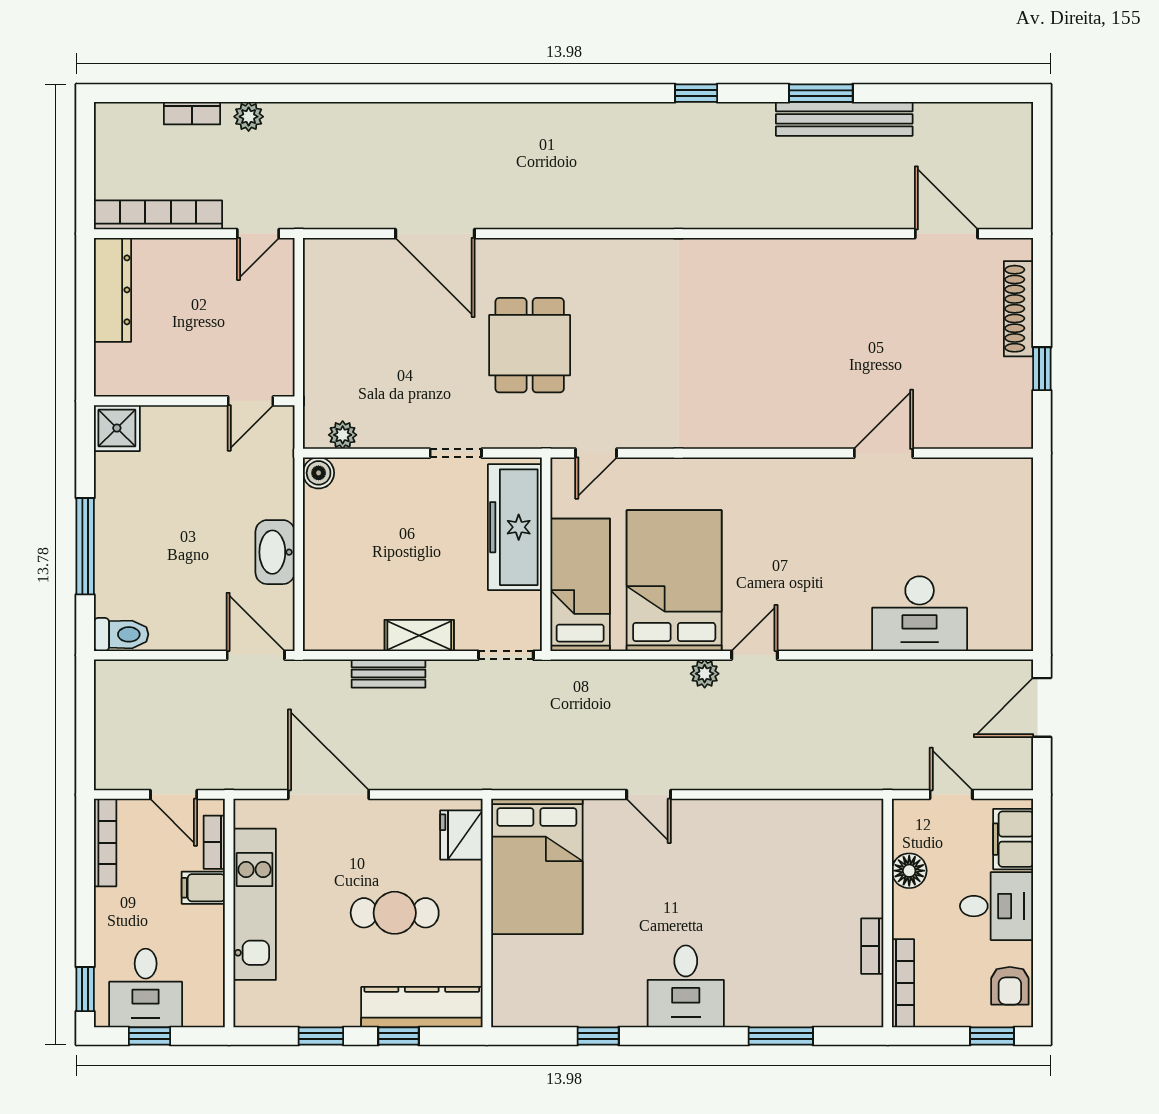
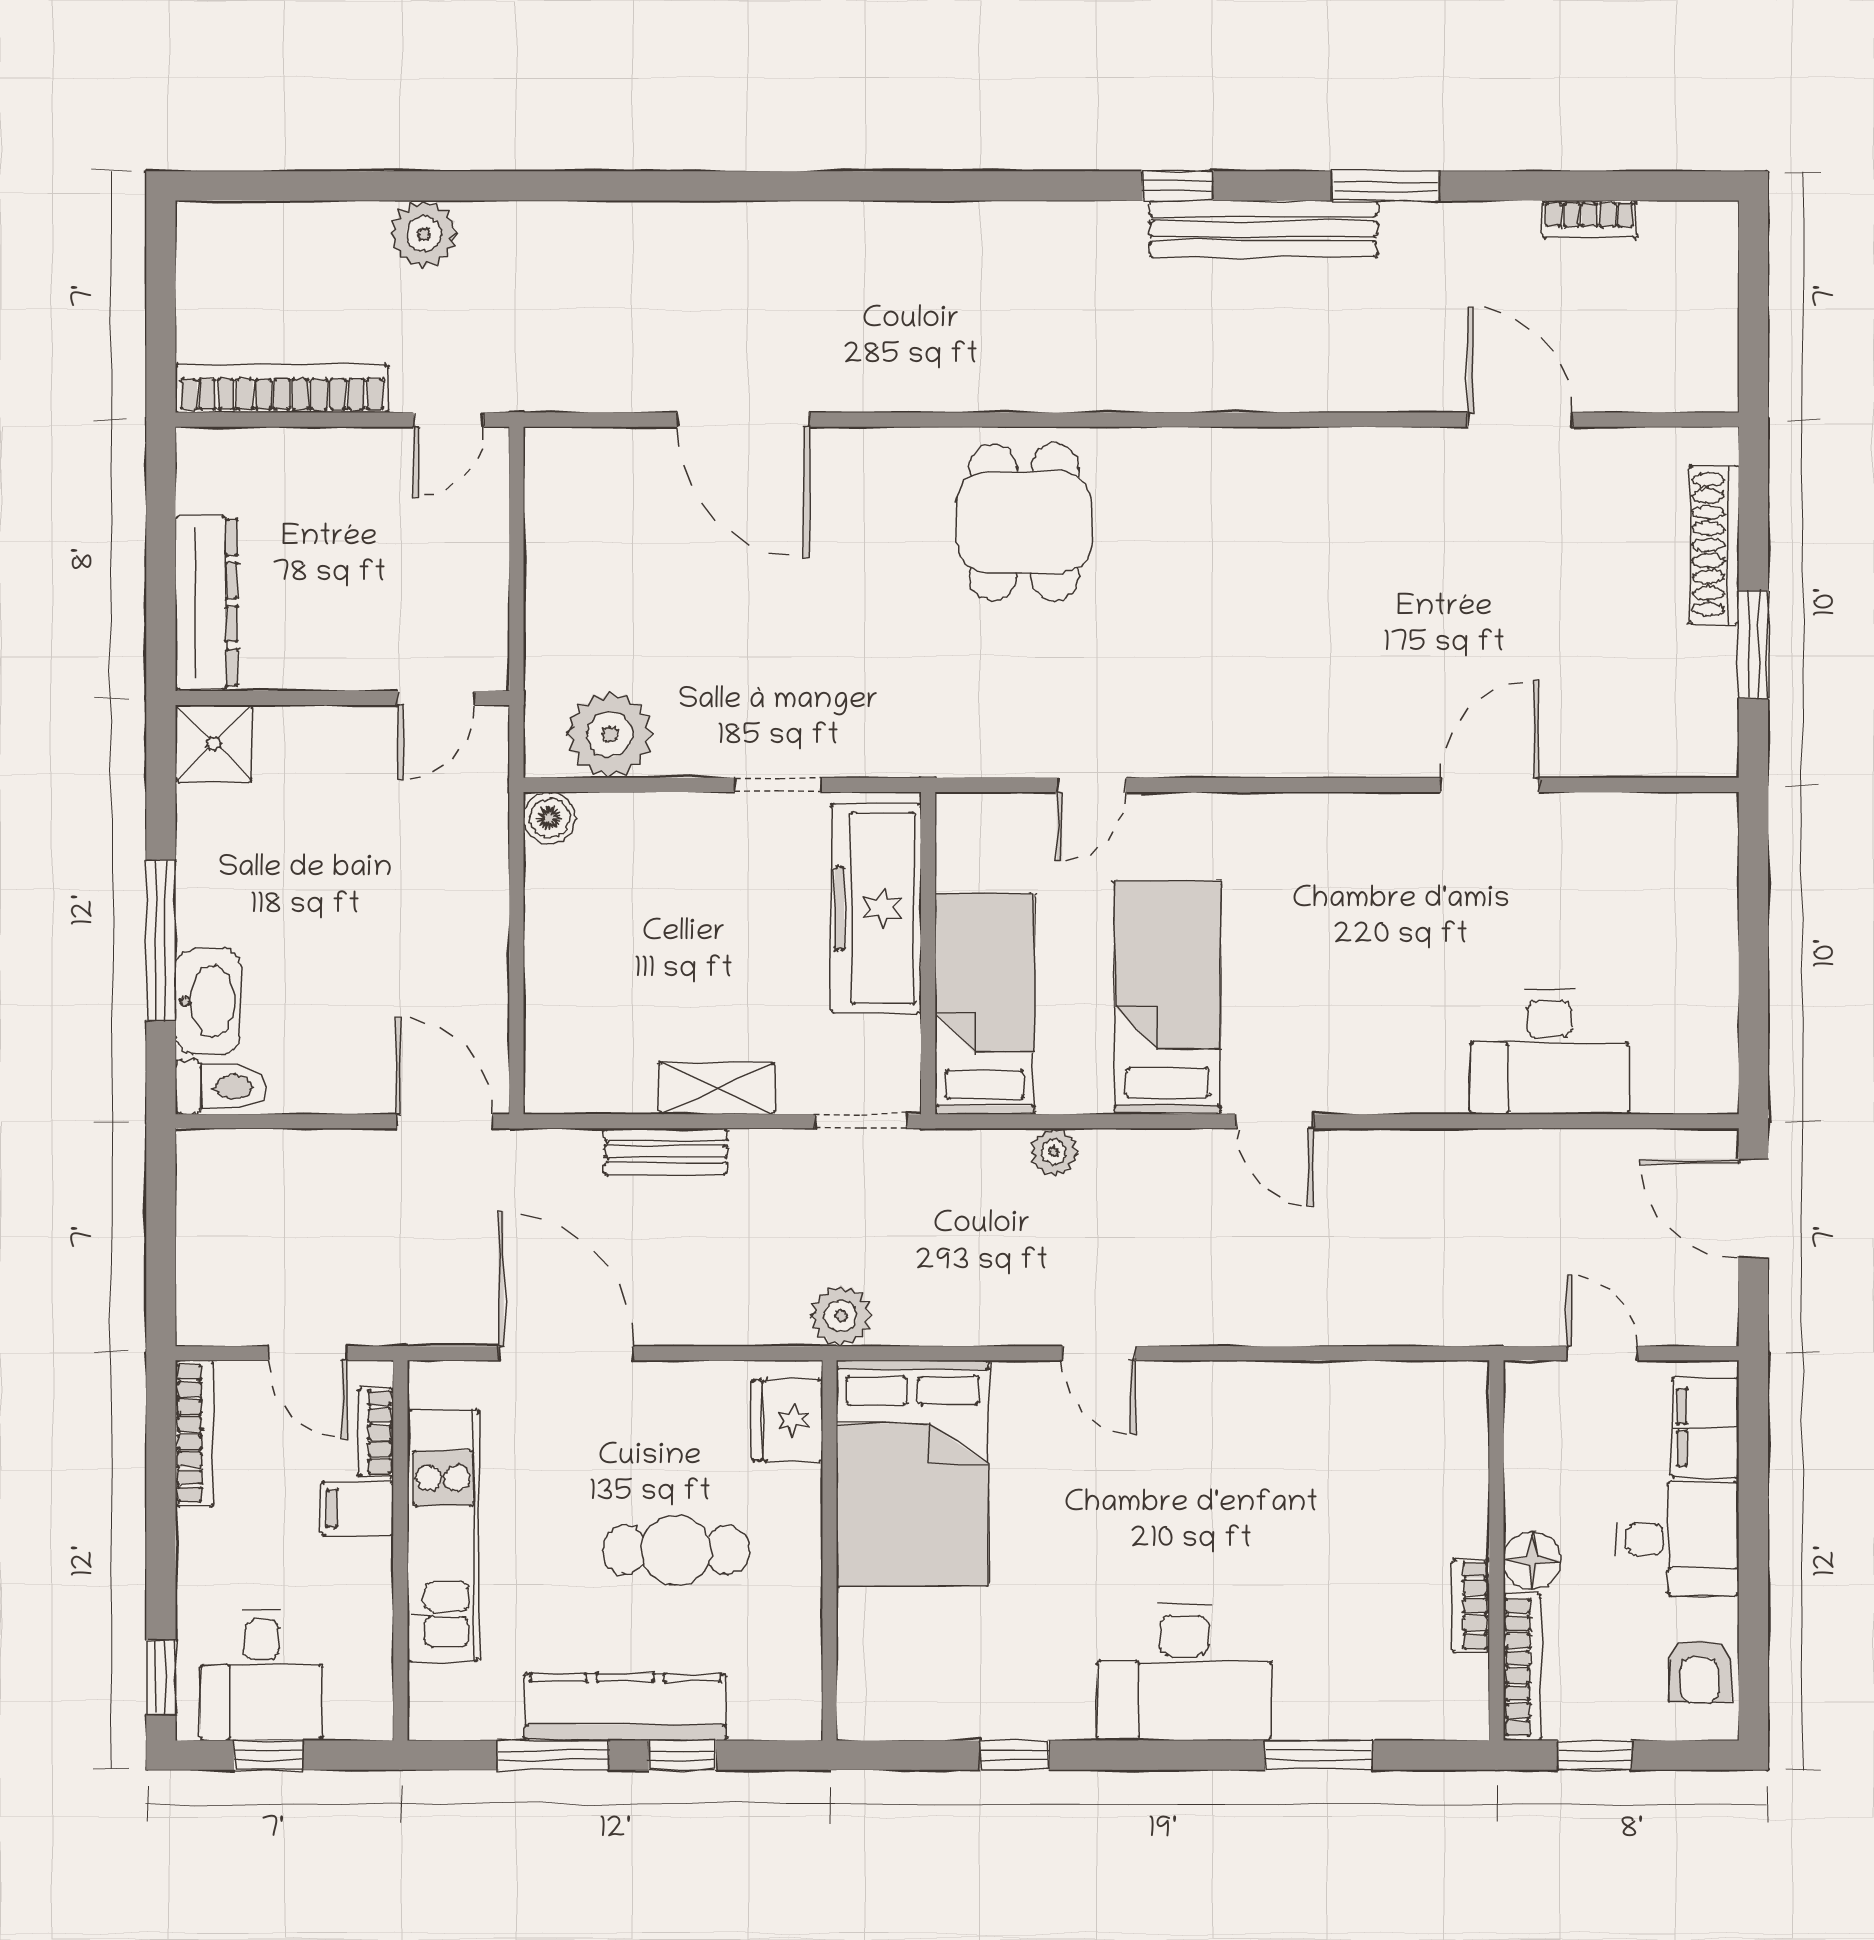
bookcase: (192, 113) -> (1590, 219), moved
plant: (249, 117) -> (424, 234), width x1.38, depth x1.38
bench: (844, 119) -> (1263, 229), moved
door: (946, 234) -> (1520, 420), moved
dresser: (112, 290) -> (206, 602), moved
dining table: (530, 345) -> (1024, 522), moved
window: (1042, 369) -> (1753, 645), width x1.50
plant: (343, 435) -> (610, 734), width x1.87, depth x1.87
door: (596, 453) -> (1091, 785), moved
washbasin: (275, 552) -> (208, 1001), moved, turned 180
bed: (674, 581) -> (1168, 997), width x0.67
door: (754, 655) -> (1275, 1121), swing flipped
plant: (705, 674) -> (1054, 1152), moved
door: (1042, 707) -> (1753, 1208), hinge flipped
plant: (494, 772) -> (841, 1316), added
floor lamp: (909, 871) -> (1532, 1560), moved
desk: (686, 986) -> (1184, 1672), width x1.37
kitchen counter: (422, 1007) -> (625, 1707), moved
window: (321, 1036) -> (553, 1755), width x1.50
window: (992, 1036) -> (1595, 1755), moved

